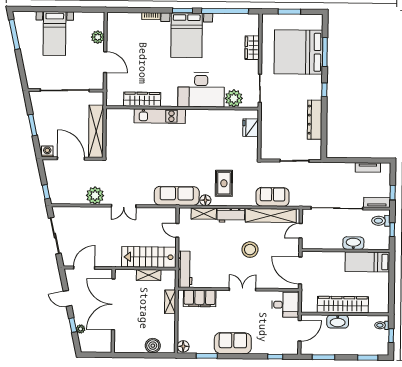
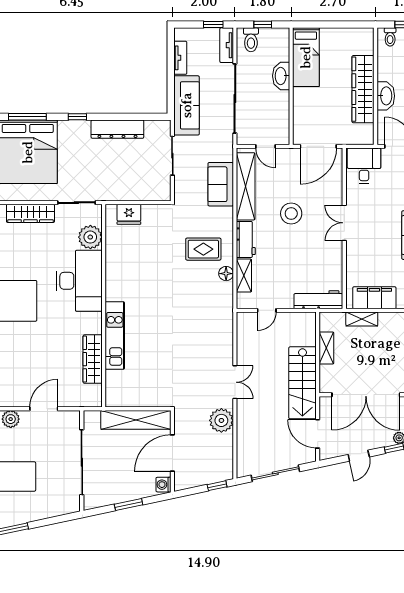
wardrobe: (252, 48) -> (30, 213), width x1.50
sofa: (177, 196) -> (187, 105), moved, turned 180
stairs: (149, 257) -> (302, 383), moved
filing cabinet: (200, 298) -> (374, 298), moved, turned -90

